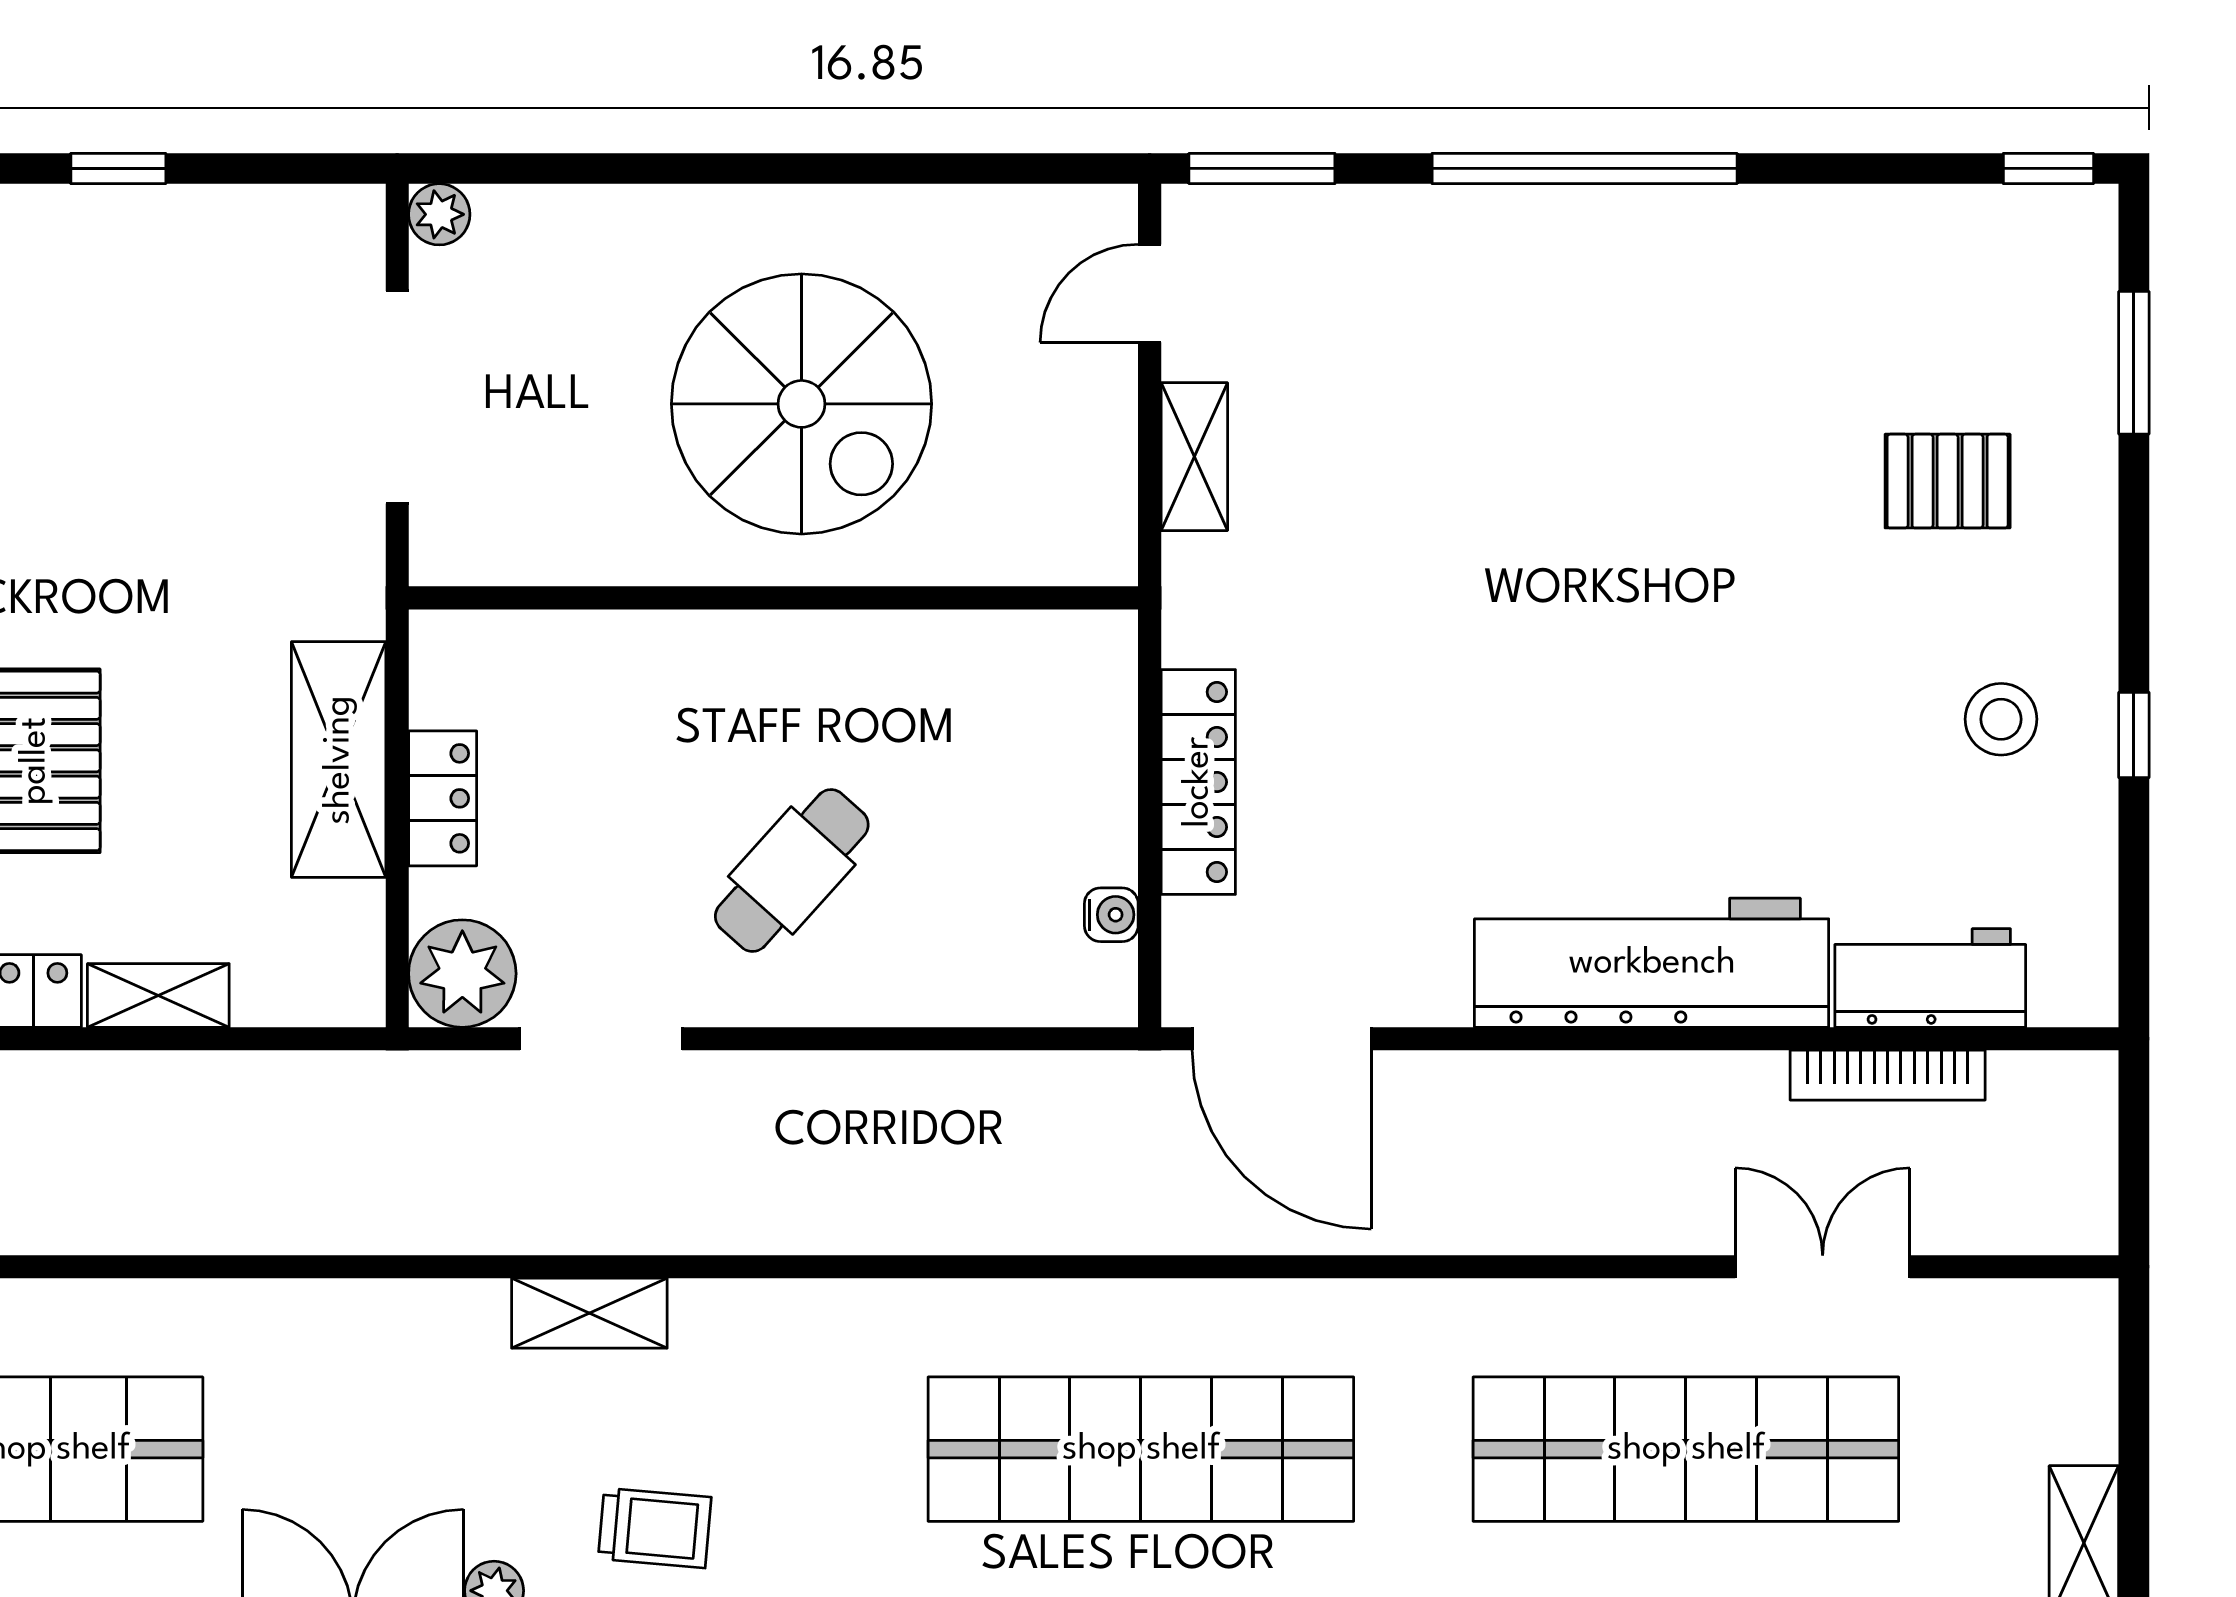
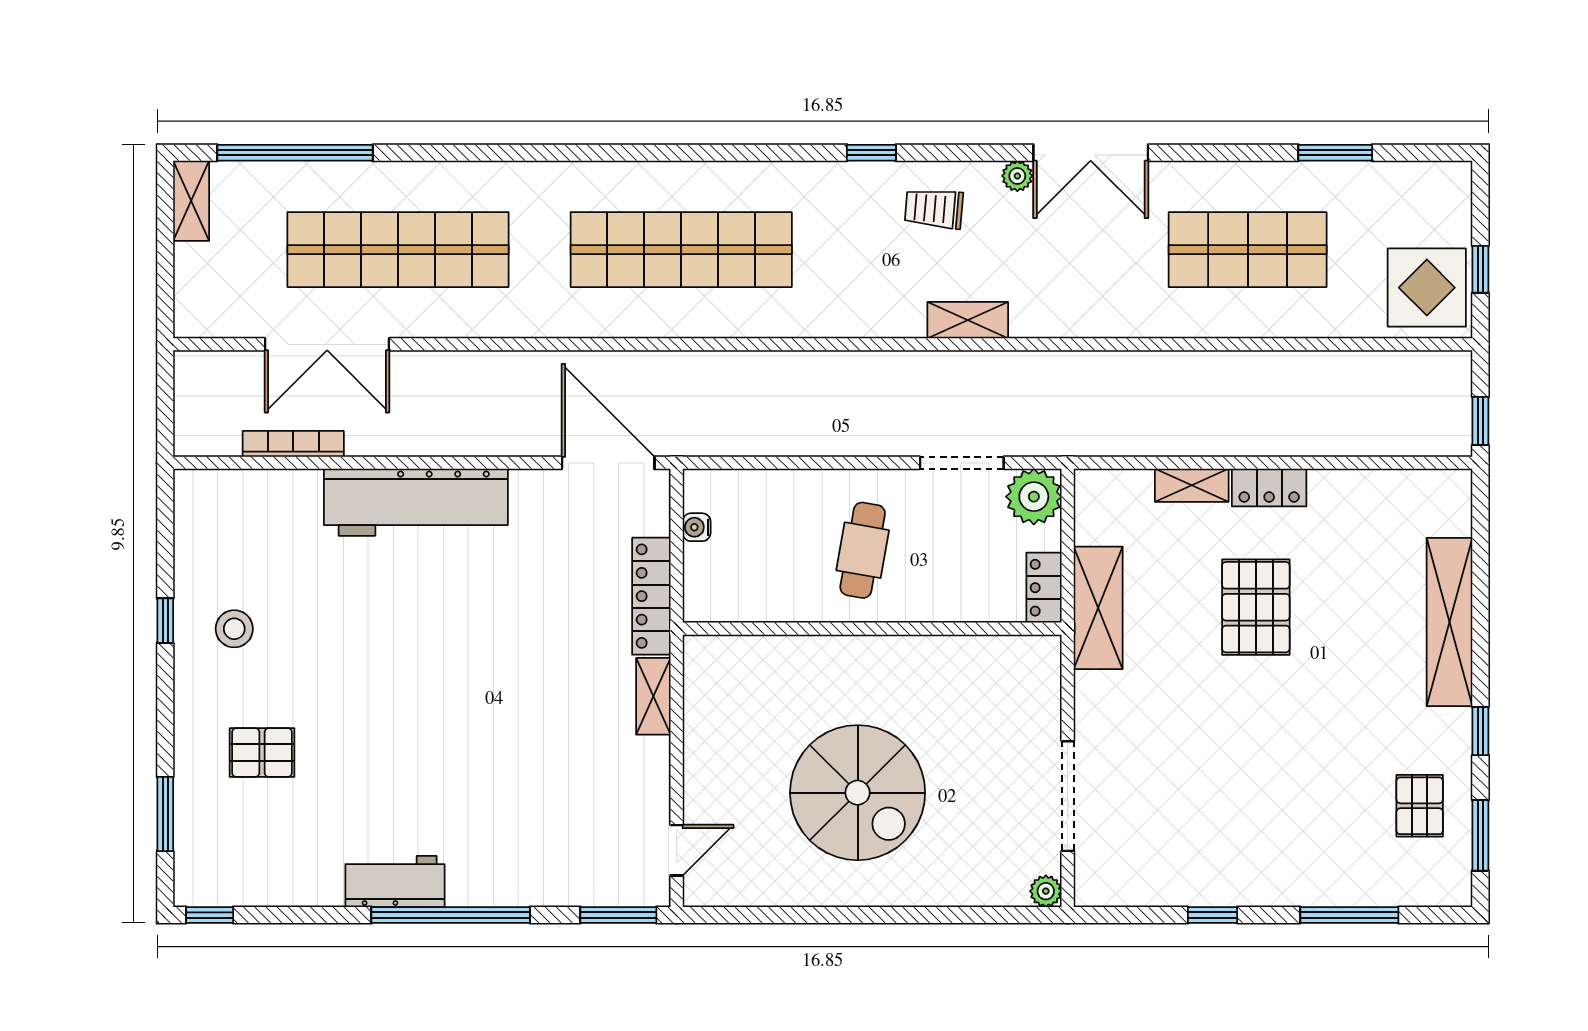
spiral stairs: (802, 404) -> (858, 793), turned 180
shelving: (1194, 457) -> (653, 696), moved
wall: (773, 598) -> (872, 629), moved
cafe table: (792, 871) -> (863, 550), turned -32
workbench: (1930, 978) -> (395, 881), moved, turned 180
double door: (1823, 1267) -> (327, 344), width x1.37

